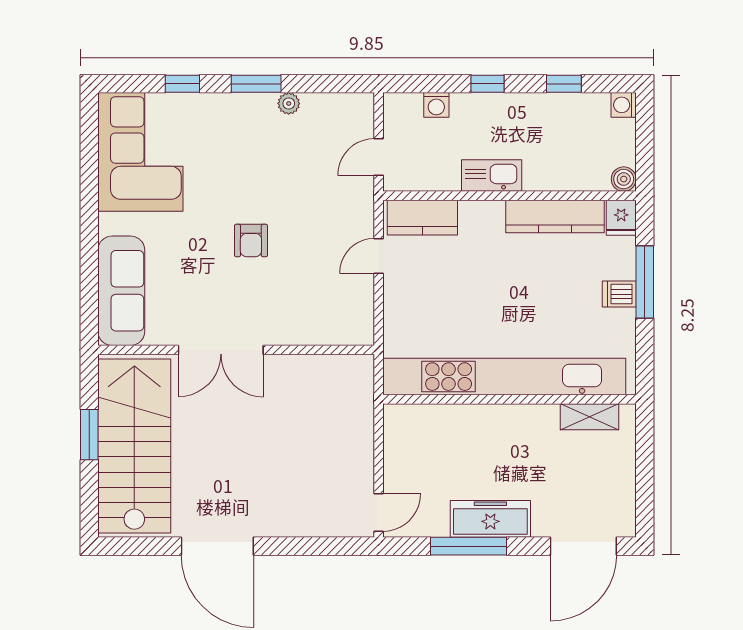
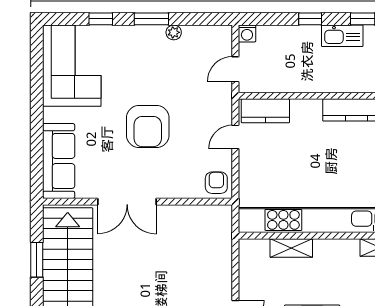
washing machine: (436, 105) -> (247, 33), moved
kitchen sink: (492, 176) -> (342, 36), moved, turned 180
armchair: (251, 241) -> (148, 127), width x1.88, depth x1.88
armchair: (351, 322) -> (216, 183), added
shelving: (460, 417) -> (291, 248), added

